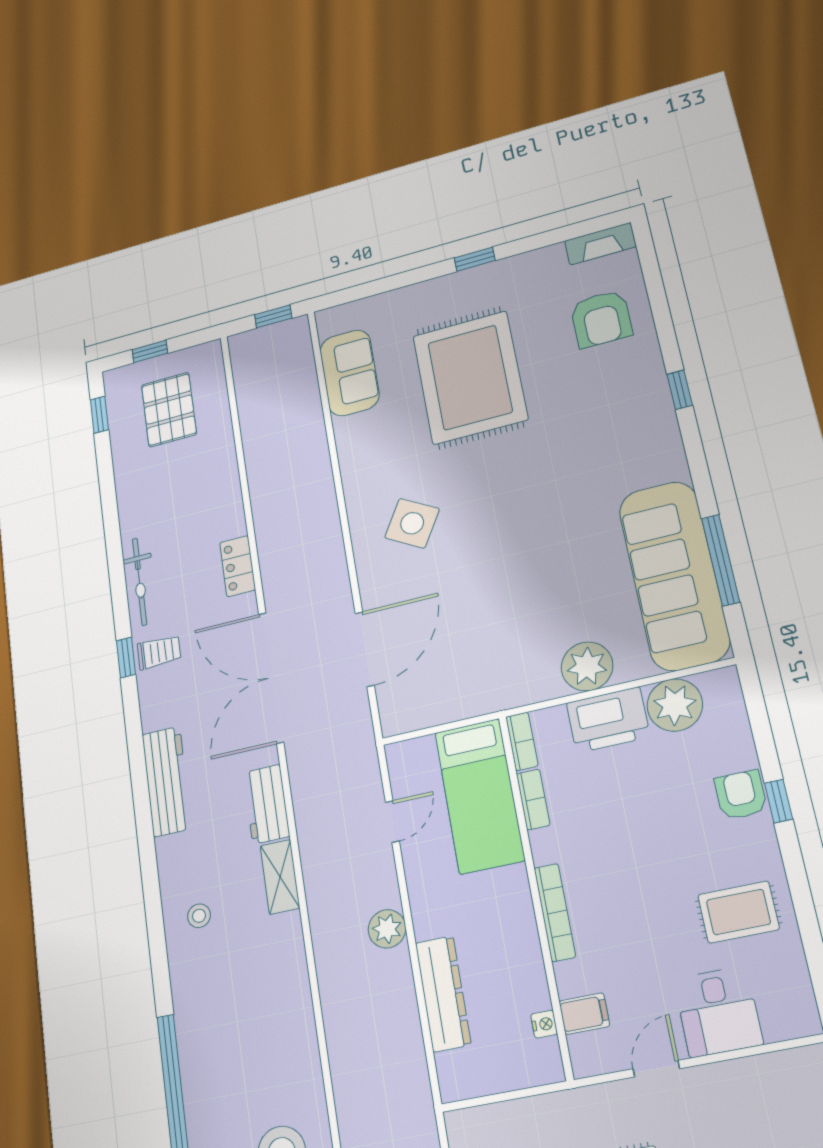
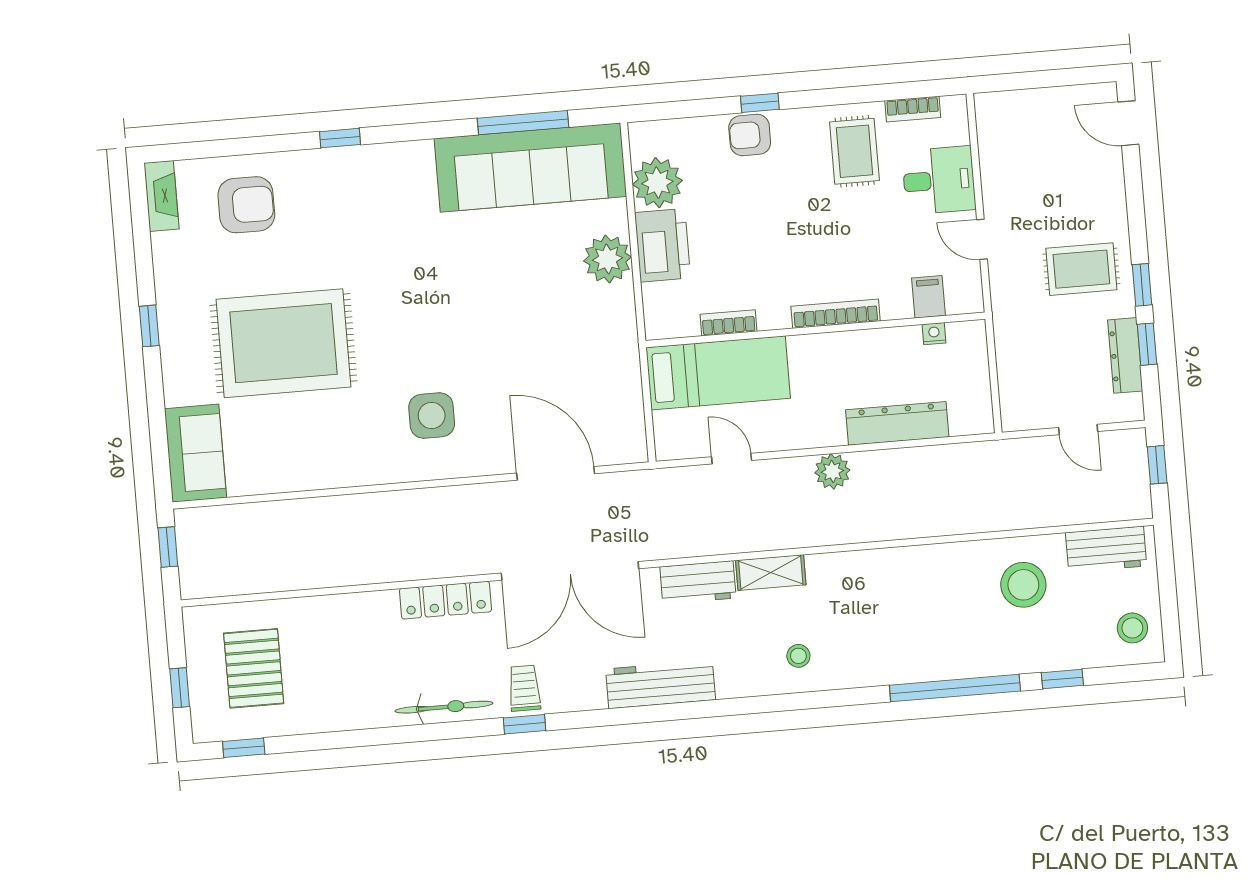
sofa: (349, 373) -> (195, 453), moved, turned 90
pallet: (169, 410) -> (254, 668), turned 90
side table: (412, 523) -> (432, 416), turned -30
locker: (238, 566) -> (445, 600), width x1.53
bookcase: (522, 741) -> (913, 109), moved, turned 180

